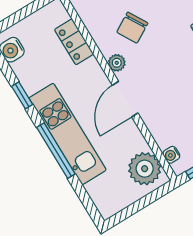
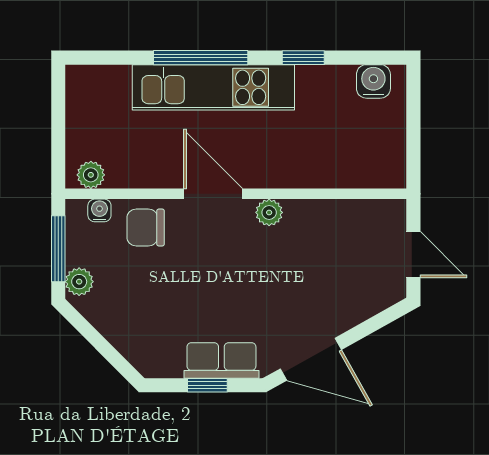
chair: (132, 28) -> (146, 228), moved, turned -60
locker: (74, 42) -> (333, 172), removed
plant: (145, 169) -> (91, 175), width x0.53, depth x0.53

